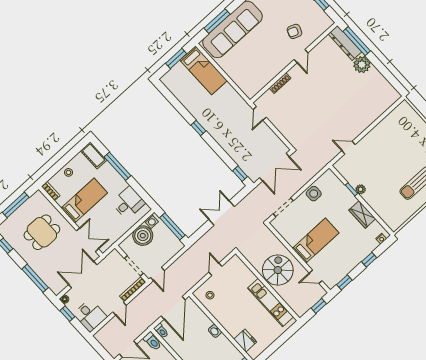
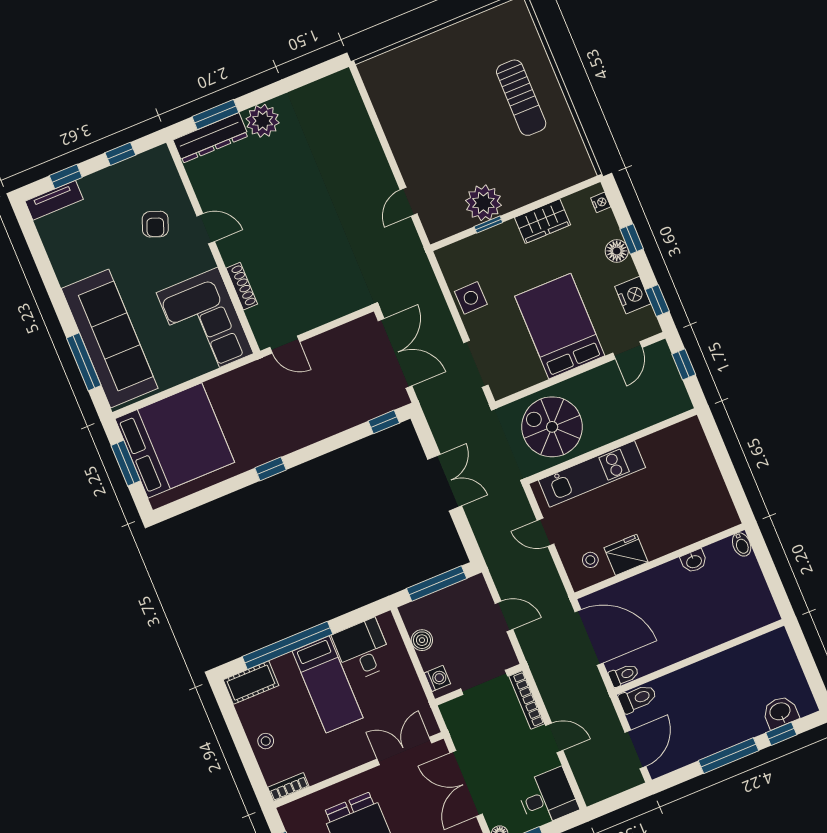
window: (357, 41) -> (215, 115), width x0.69
bed: (203, 70) -> (175, 441), width x2.04
corner sofa: (256, 72) -> (205, 323), added
window: (118, 166) -> (287, 645), width x1.46
plant: (361, 189) -> (483, 203), width x1.87, depth x1.87
bed: (84, 200) -> (328, 684), moved, turned 180
double door: (222, 213) -> (445, 483), swing flipped
washing machine: (151, 221) -> (437, 678), moved
boiler: (143, 236) -> (422, 640), width x0.54, depth x0.54
bed: (316, 241) -> (560, 326), width x1.50
floor lamp: (361, 255) -> (617, 251), added
spiral stairs: (278, 270) -> (552, 427), moved
nightstand: (343, 270) -> (633, 295), added
door: (157, 274) -> (504, 616), moved
kitchen unit: (271, 303) -> (592, 474), moved
washbasin: (215, 331) -> (694, 561), moved
fridge: (245, 341) -> (626, 555), moved

